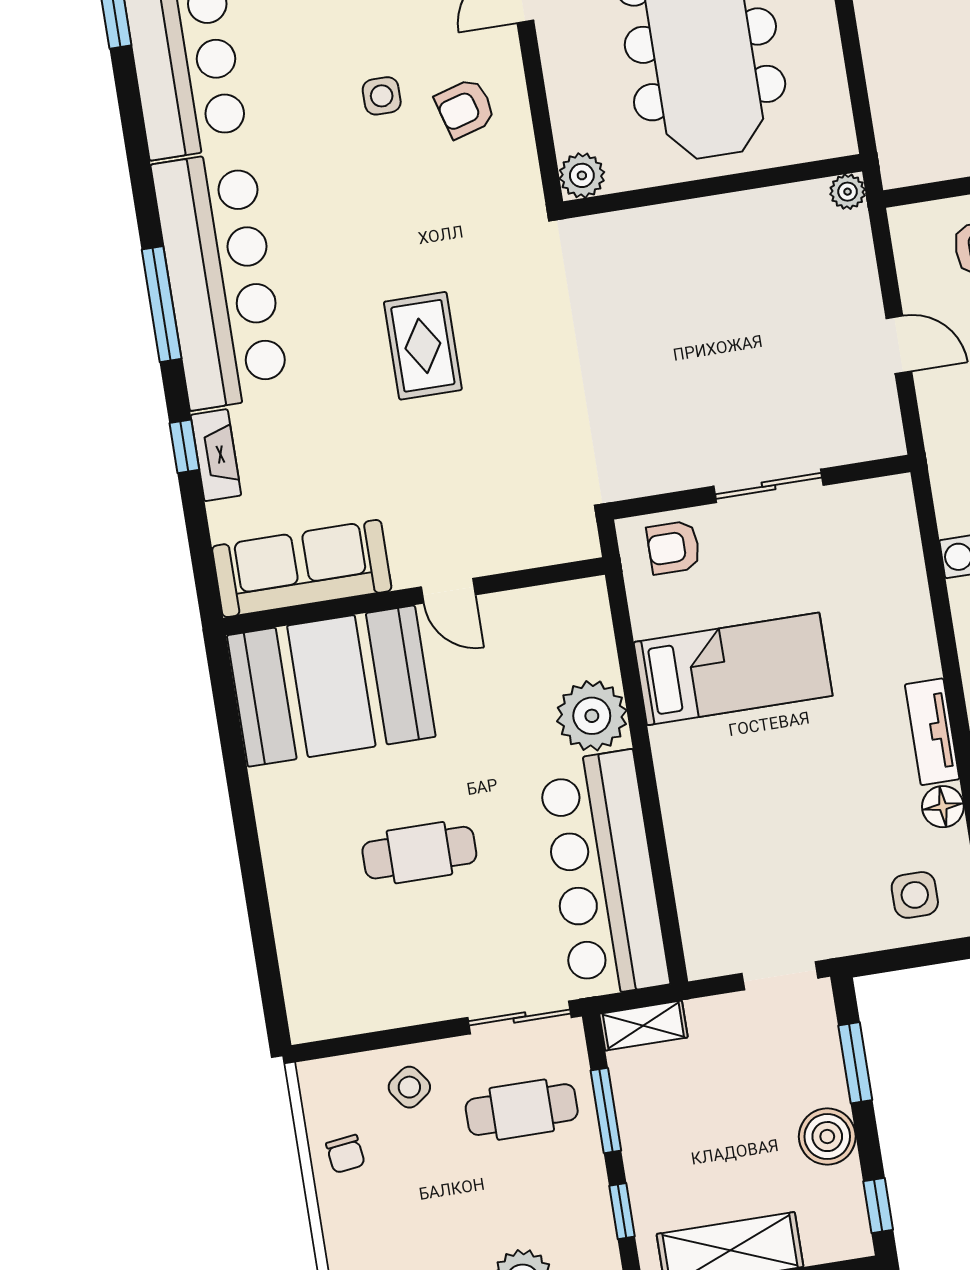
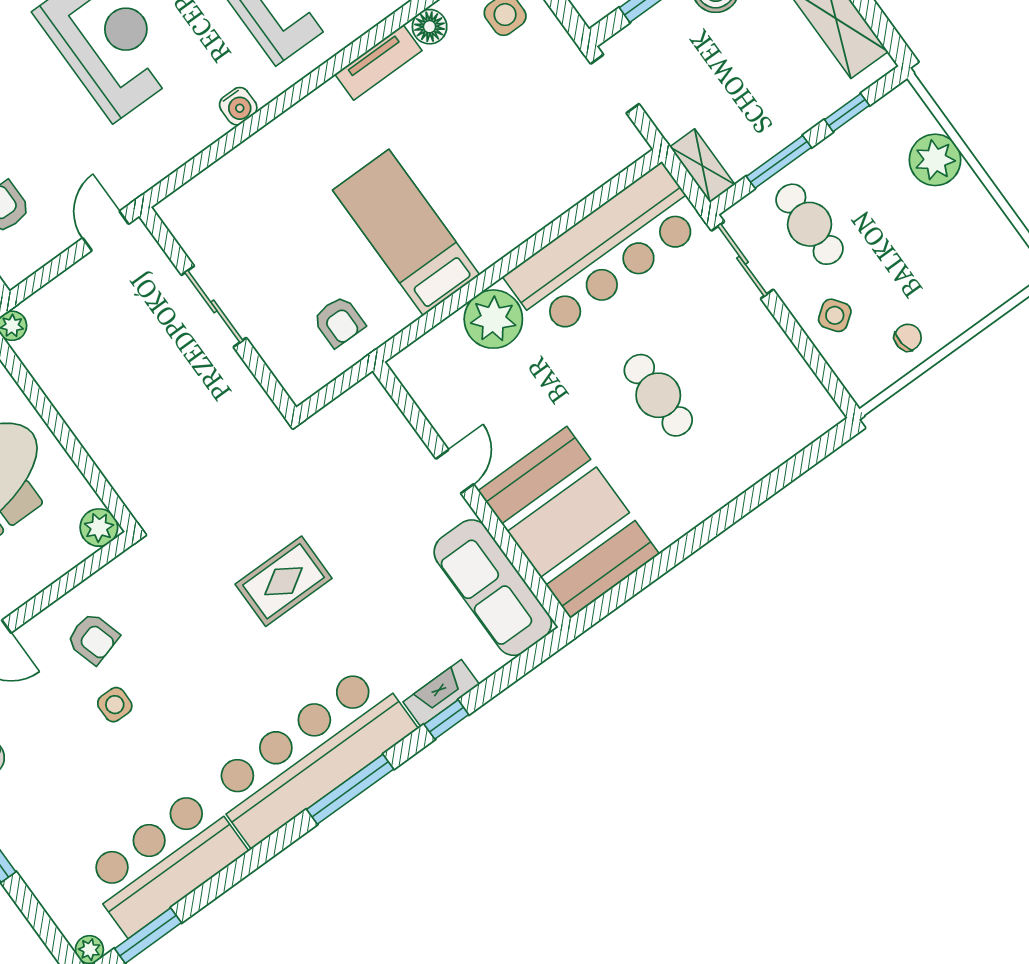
sliding door: (769, 486) -> (214, 306), moved
wall: (761, 487) -> (218, 312), moved

